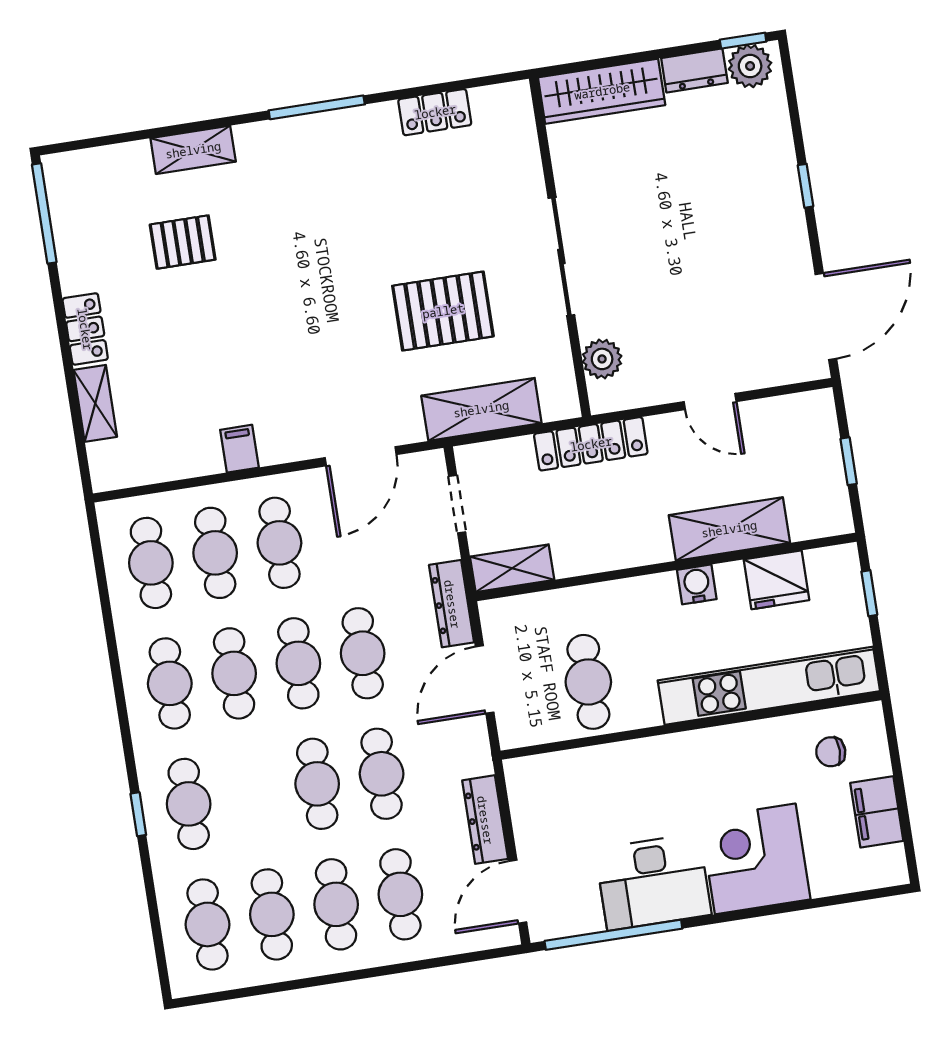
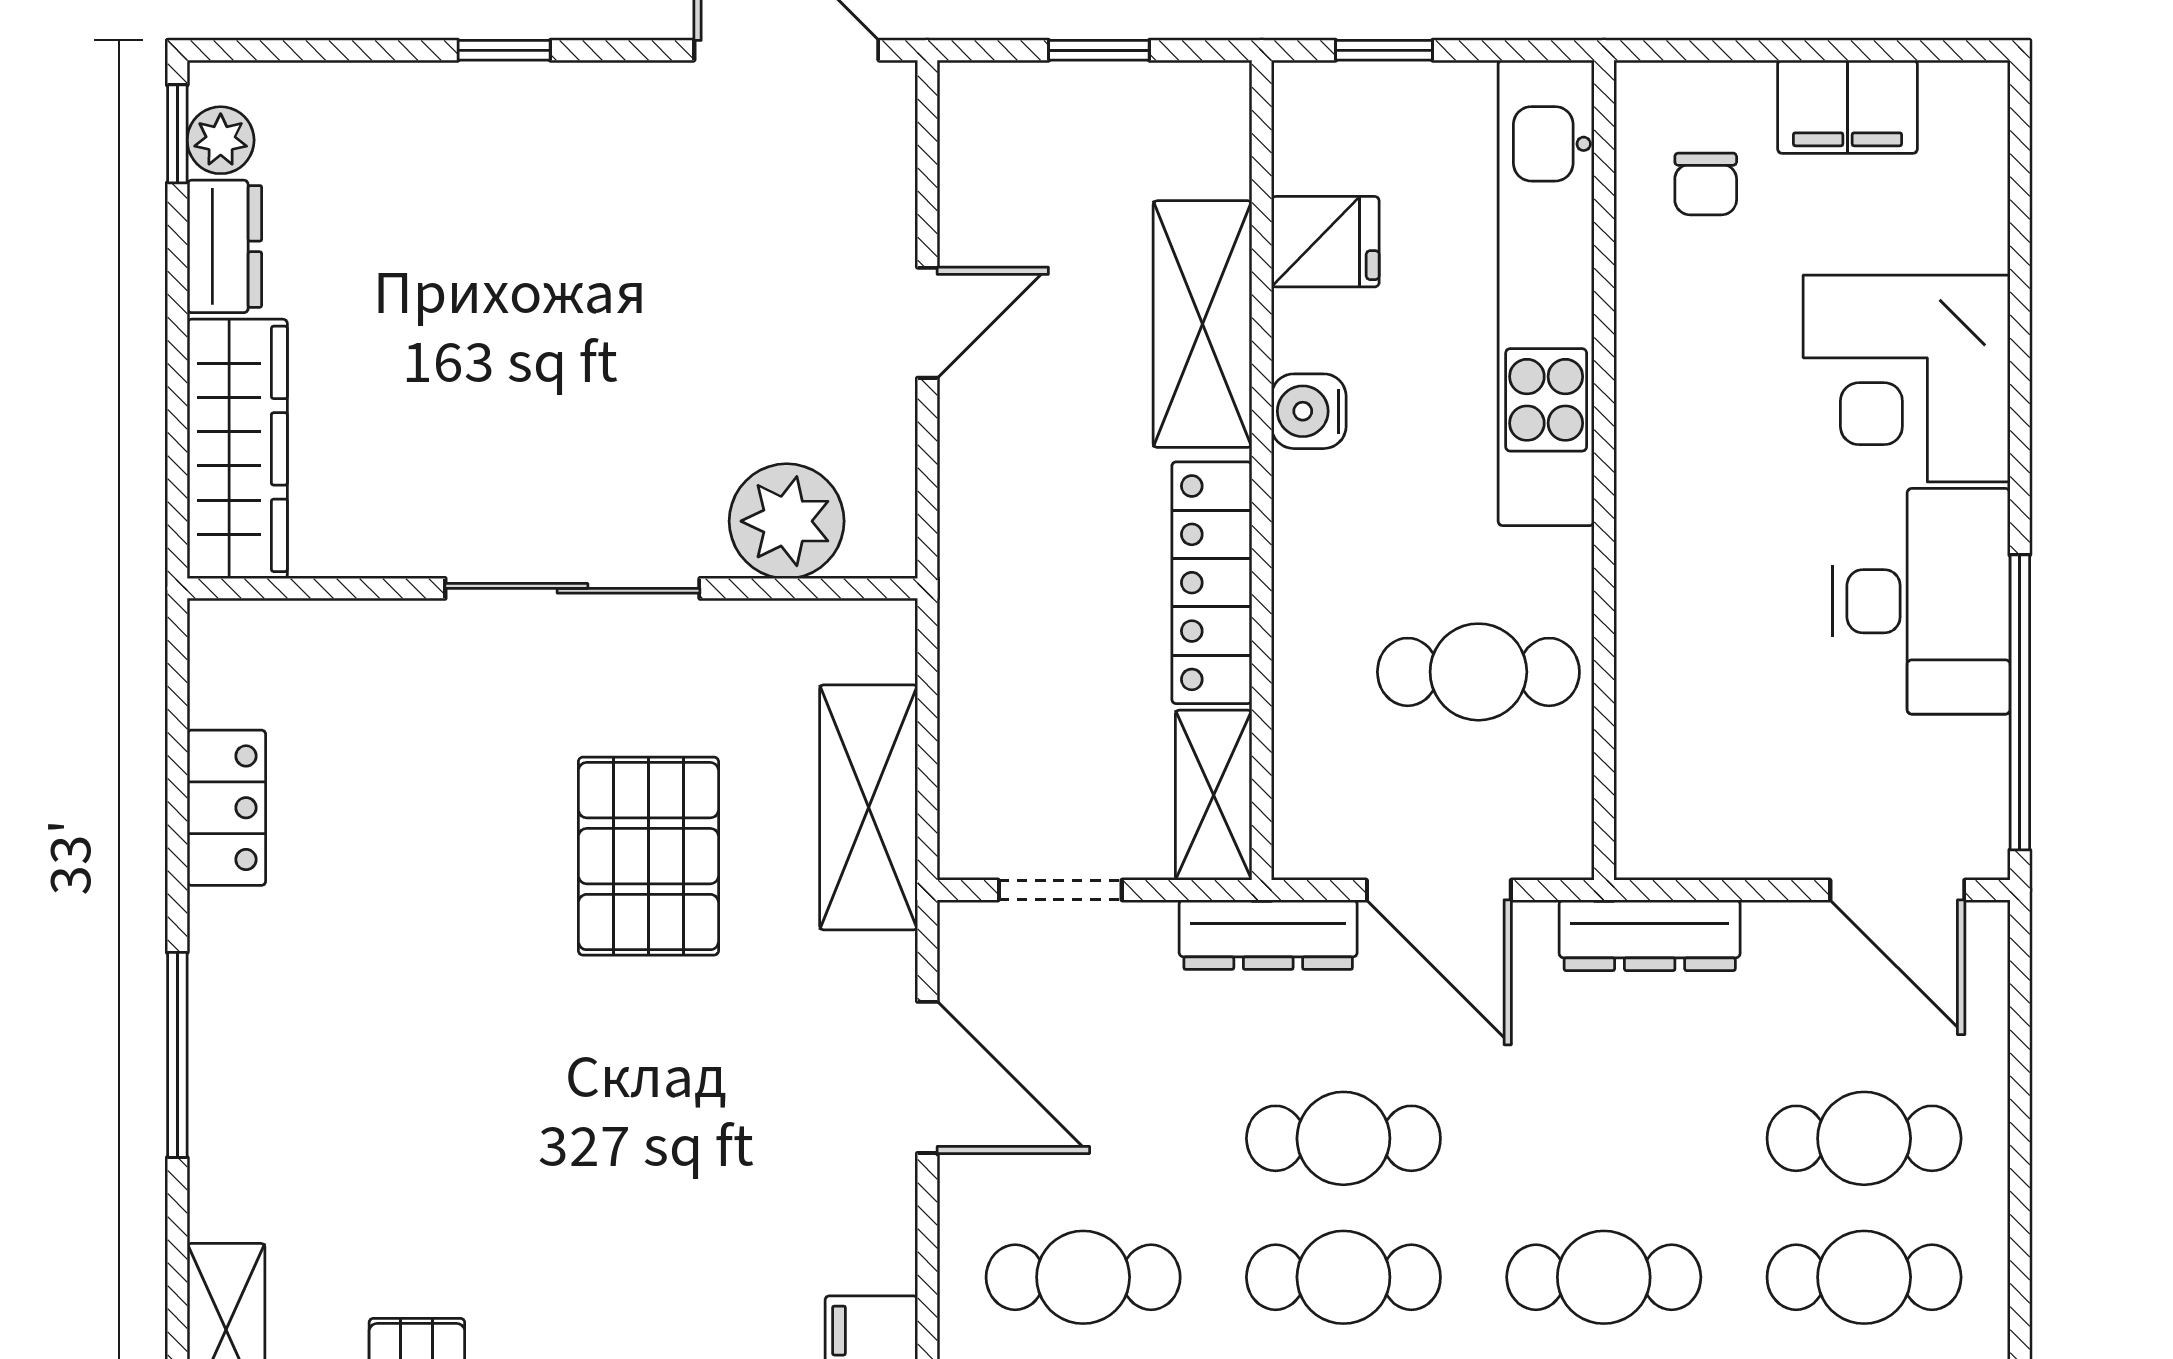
plant: (750, 66) -> (221, 140), width x0.73, depth x0.73
plant: (602, 359) -> (787, 521), width x1.36, depth x1.36
locker: (591, 444) -> (1212, 583), moved, turned 180
fridge: (776, 580) -> (1325, 242), width x0.72
cafe table: (382, 774) -> (1604, 1138), removed
dresser: (485, 820) -> (1650, 935), moved

